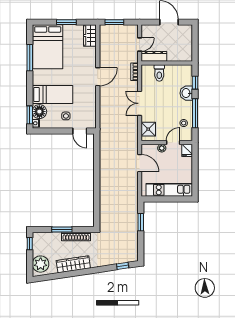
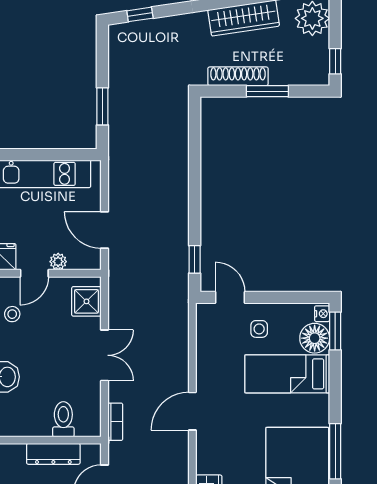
dresser: (154, 56) -> (53, 454), moved
window: (97, 149) -> (195, 259), added

